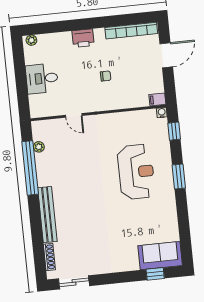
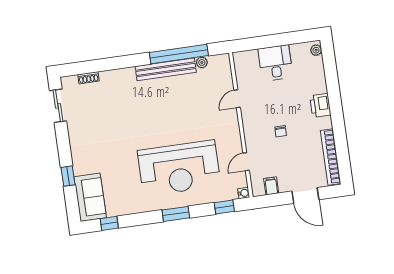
filing cabinet: (157, 99) -> (271, 186), moved
door: (133, 109) -> (246, 162), added
reception desk: (136, 172) -> (179, 168), width x1.36, depth x1.30
bench: (47, 215) -> (166, 69), moved
window: (185, 239) -> (109, 223), added
shoe rack: (49, 257) -> (88, 78), width x0.70
window: (155, 274) -> (68, 176), moved

